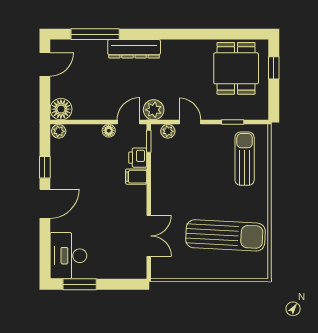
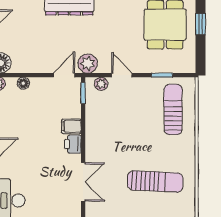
floor lamp: (109, 131) -> (23, 83), moved
printer: (138, 158) -> (73, 144), moved
sun lounger: (225, 235) -> (155, 182), width x0.73, depth x0.75

